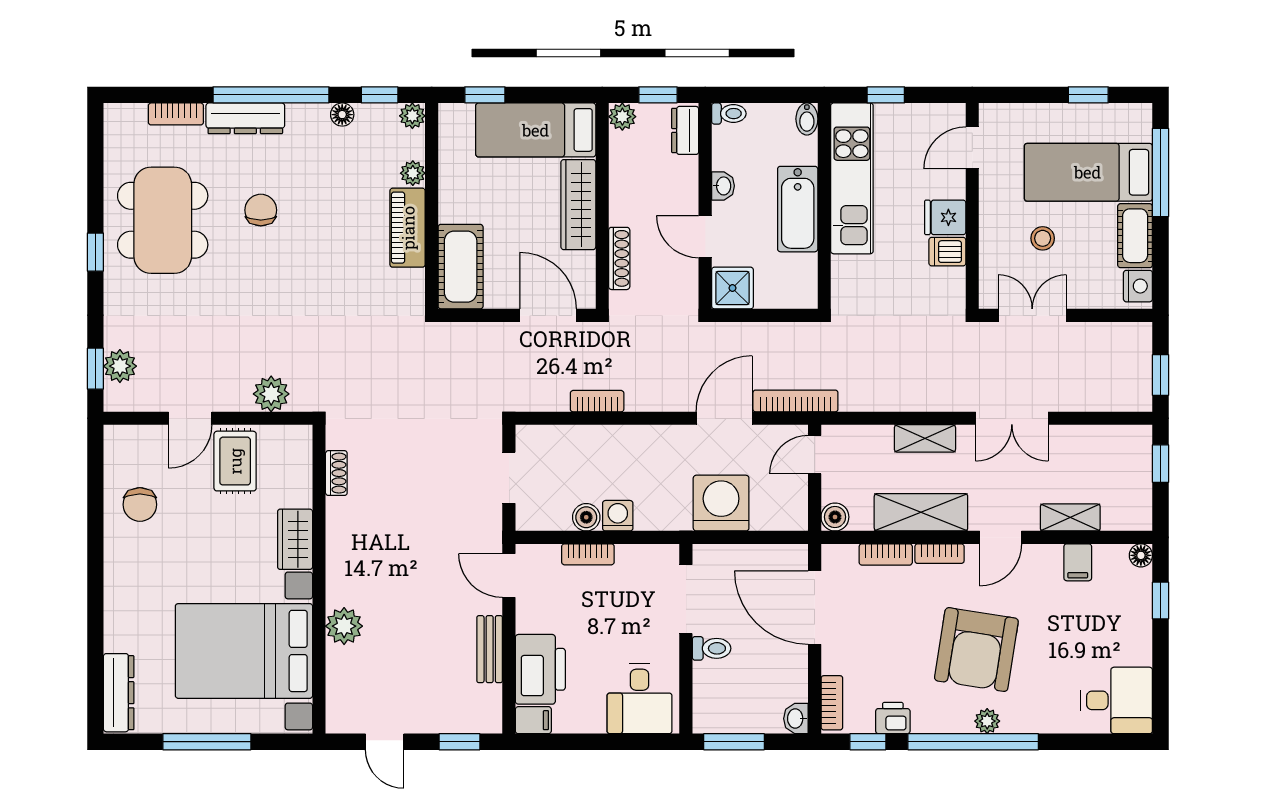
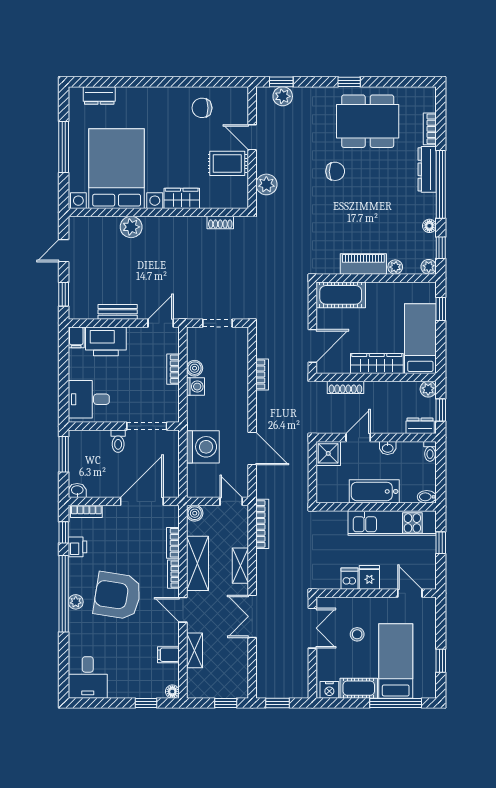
chair: (261, 210) -> (335, 171), moved
bookcase: (795, 401) -> (262, 524), moved
dresser: (119, 693) -> (99, 96), width x0.70

